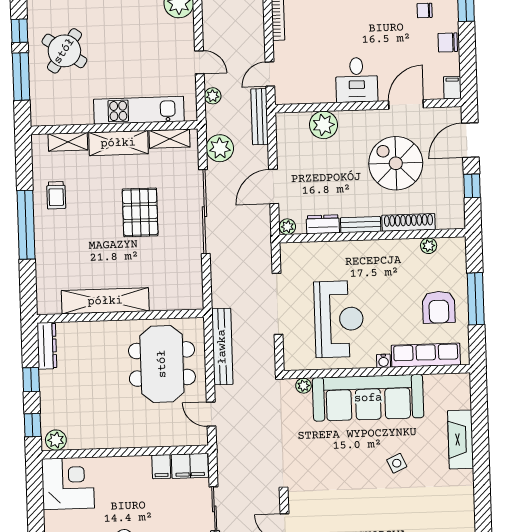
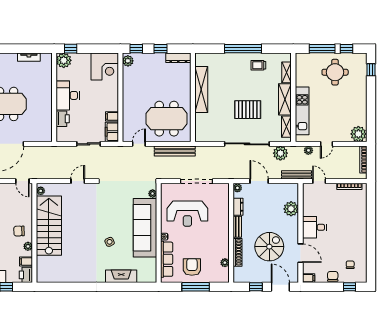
round table: (64, 51) -> (335, 72), turned -35
armchair: (439, 307) -> (192, 267), turned 90

